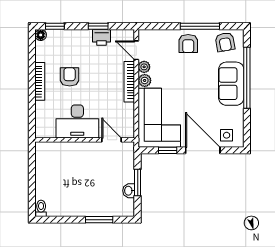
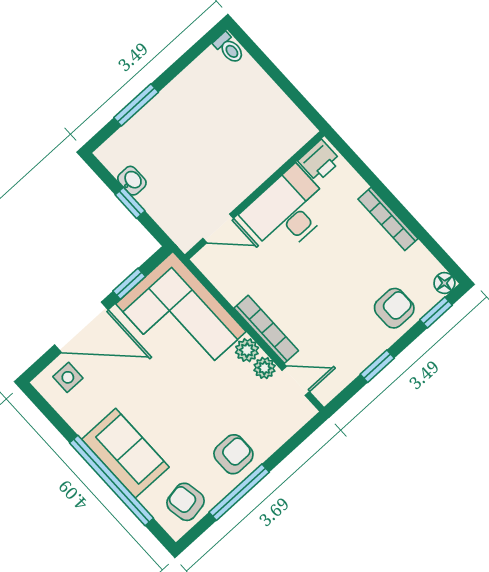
printer: (102, 37) -> (319, 161), moved, turned 180
armchair: (188, 44) -> (233, 454), turned 90
armchair: (70, 77) -> (394, 308), moved, turned -90
window: (138, 182) -> (130, 203), width x0.67

